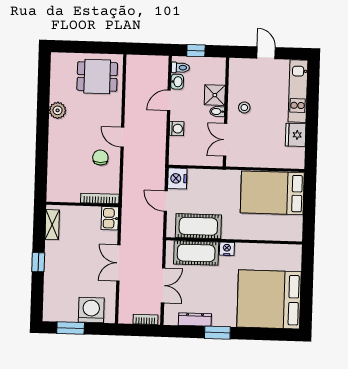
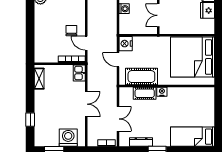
door: (122, 137) -> (86, 43), moved
bed: (272, 193) -> (193, 57), width x1.36
cot: (196, 253) -> (145, 93), width x0.73, depth x0.75
window: (38, 262) -> (30, 120), moved
double door: (118, 263) -> (86, 104), swing flipped
bed: (269, 299) -> (193, 137), width x0.49

